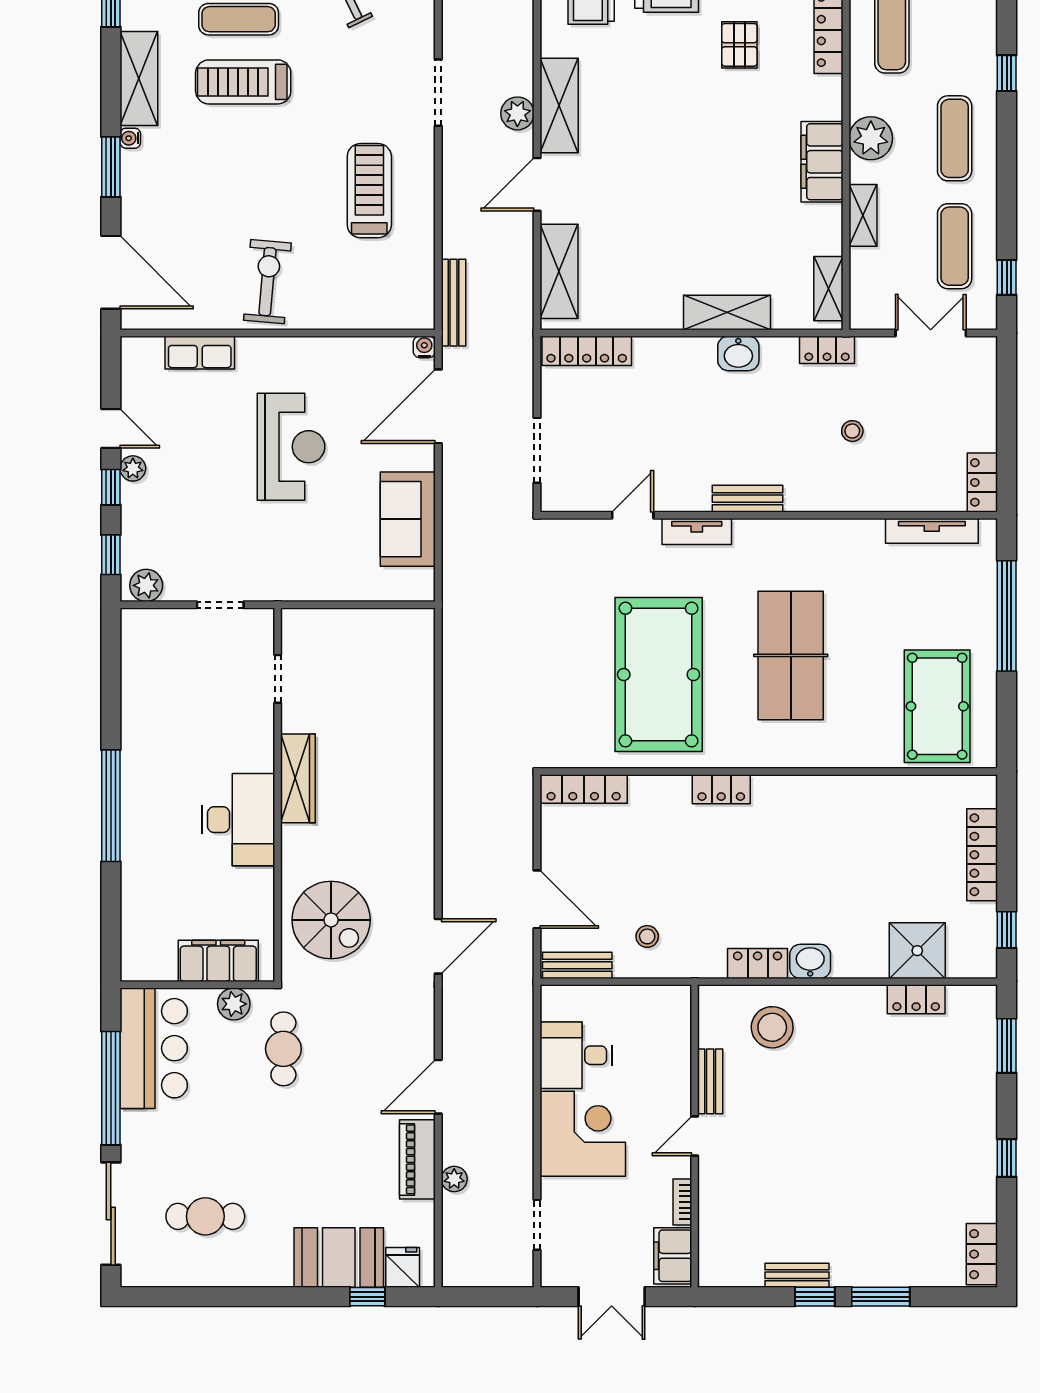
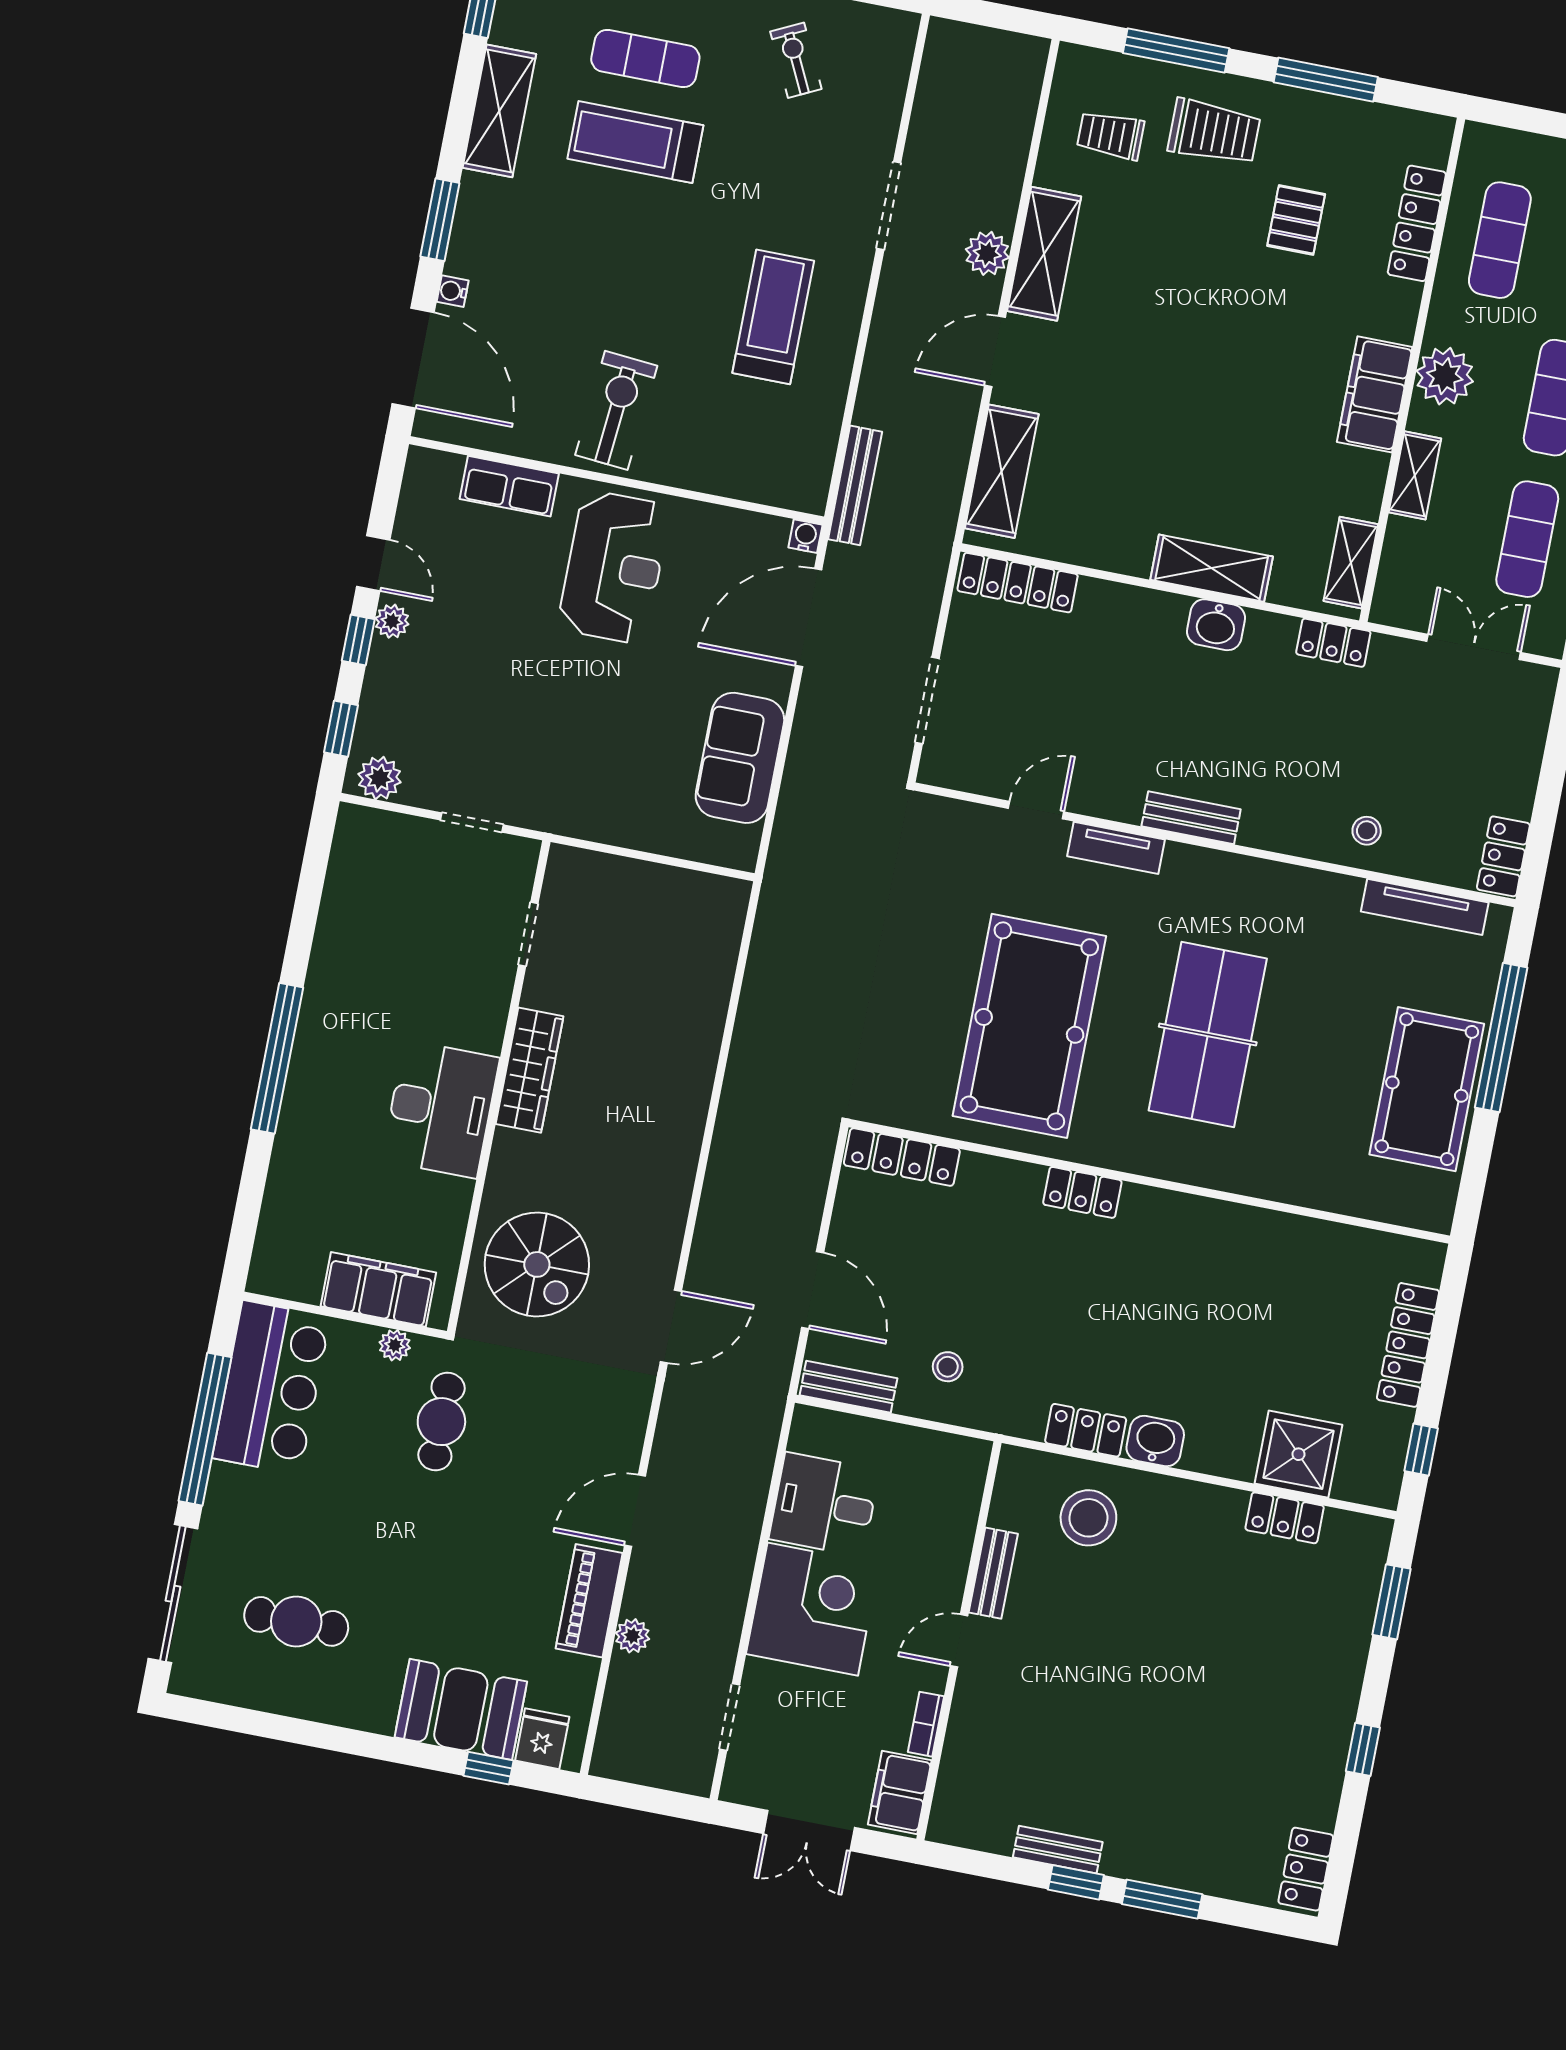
water cooler: (130, 138) -> (453, 291), moved
stool: (852, 431) -> (1367, 831), moved
reception desk: (291, 447) -> (614, 567), moved
pool table: (937, 706) -> (1427, 1089), moved
plant: (234, 1004) -> (395, 1345), width x0.73, depth x0.73

